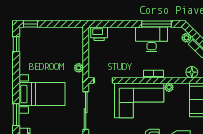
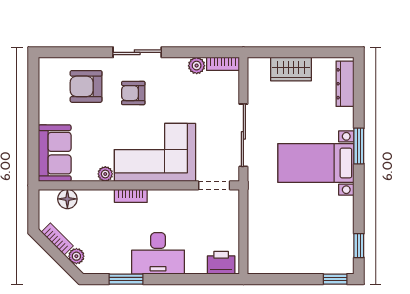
window: (156, 24) -> (126, 279), width x0.69
desk: (152, 39) -> (158, 253), moved
plant: (79, 68) -> (255, 206), removed
window: (16, 115) -> (359, 146), moved

